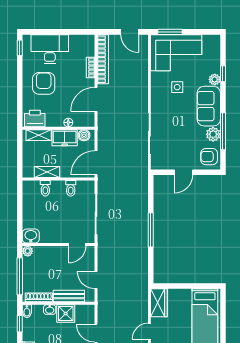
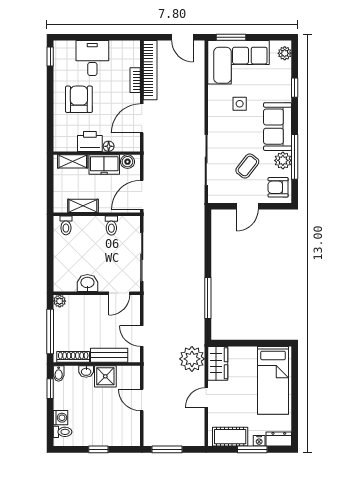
desk: (50, 49) -> (92, 58), width x0.73
plant: (215, 79) -> (285, 53), moved
printer: (35, 118) -> (90, 141), moved
coffee table: (184, 139) -> (247, 166), added
toilet: (45, 188) -> (66, 225), moved
window: (151, 230) -> (208, 298), moved
washbasin: (31, 236) -> (87, 283), moved
plant: (138, 299) -> (192, 359), added

